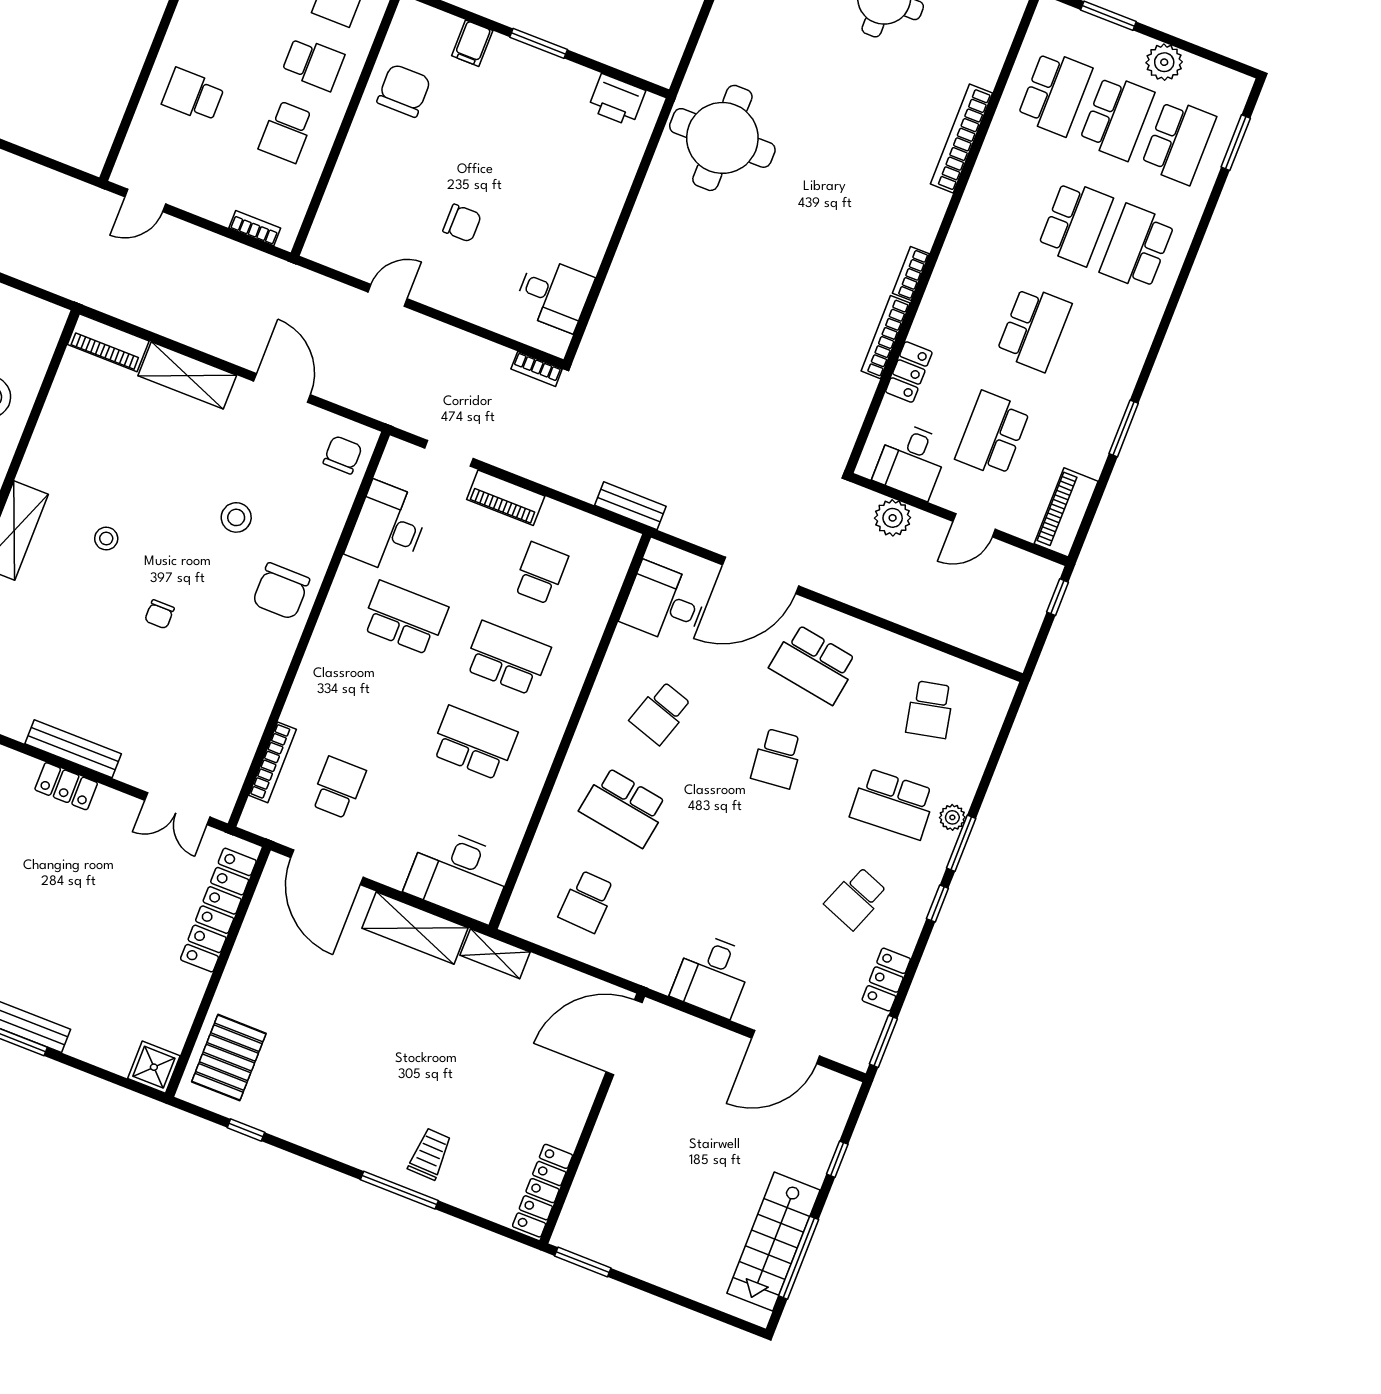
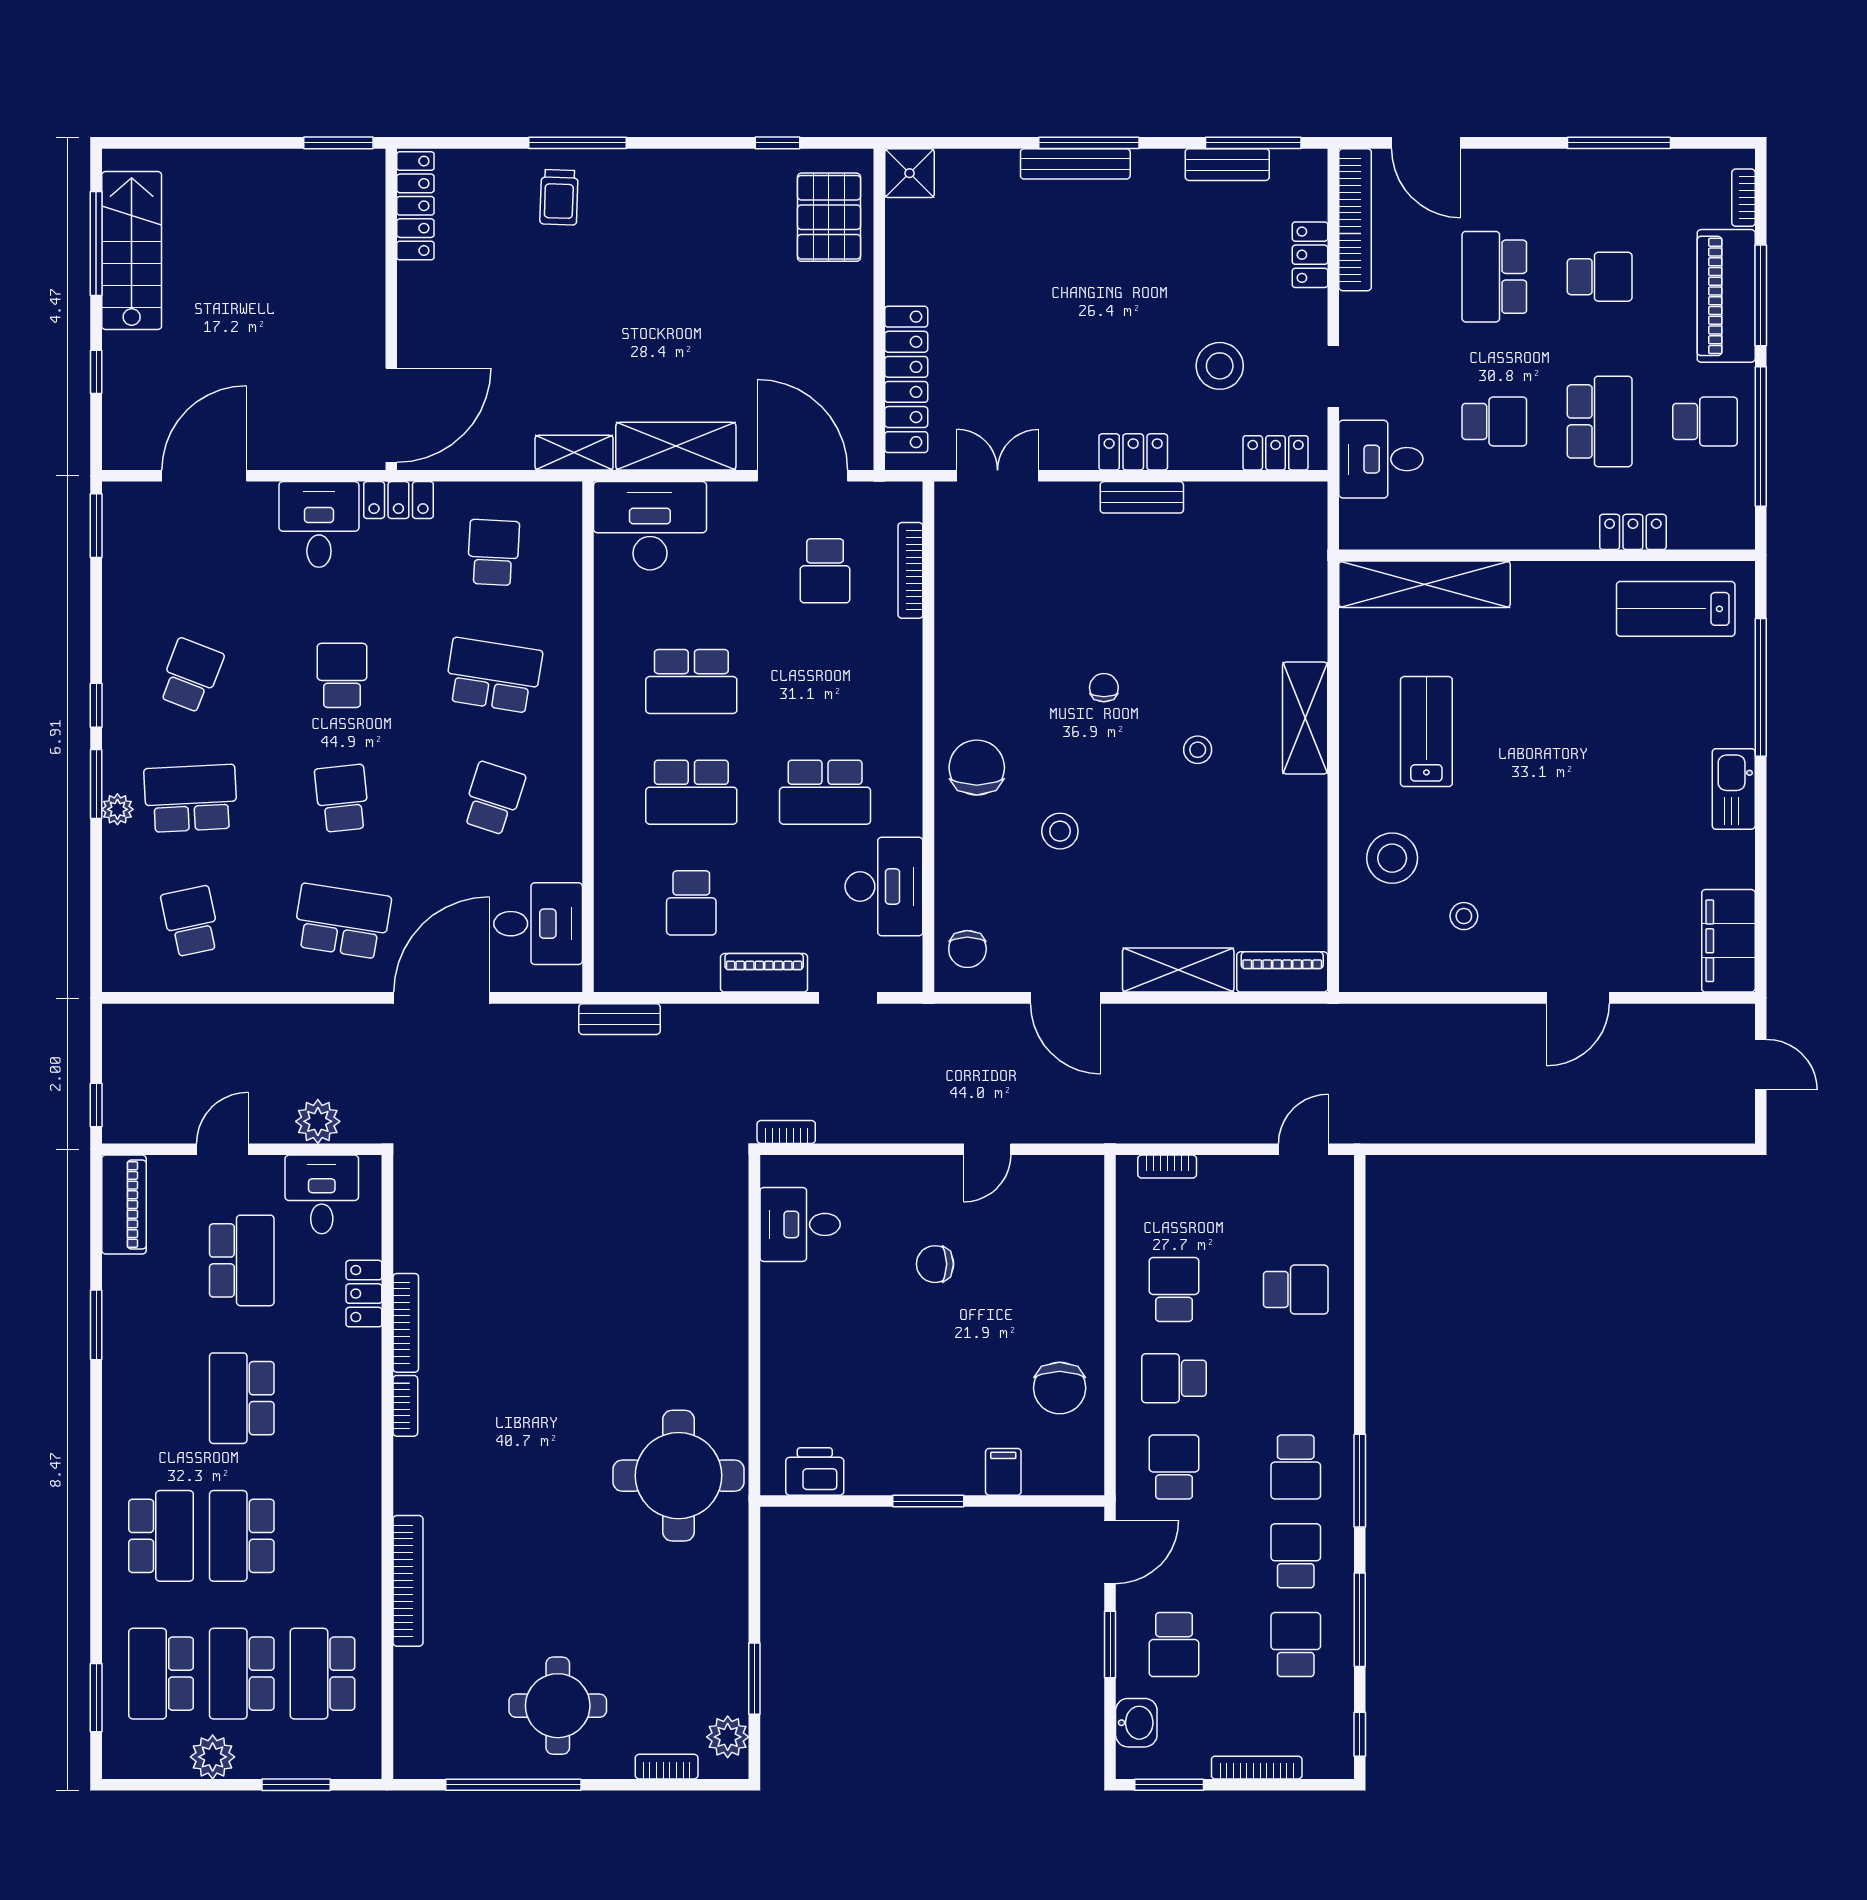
bench: (73, 749) -> (1142, 497), width x0.73
school desk: (740, 853) -> (342, 675), added
locker: (886, 980) -> (398, 500), moved, turned 90

